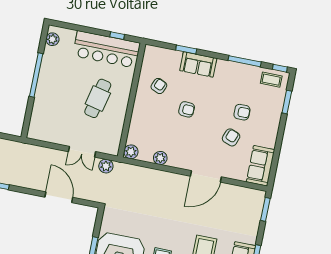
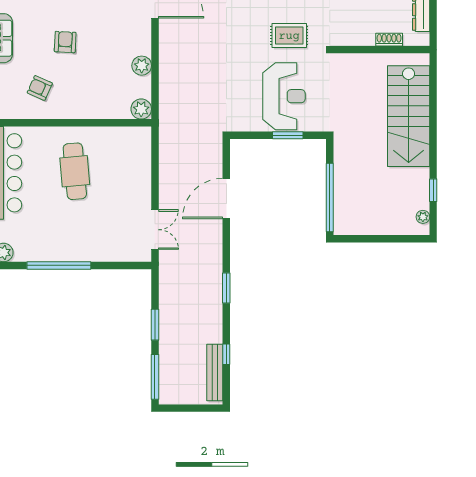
cafe table: (98, 98) -> (75, 171), turned 72
double door: (82, 152) -> (155, 230), moved
plant: (106, 166) -> (169, 140), removed

